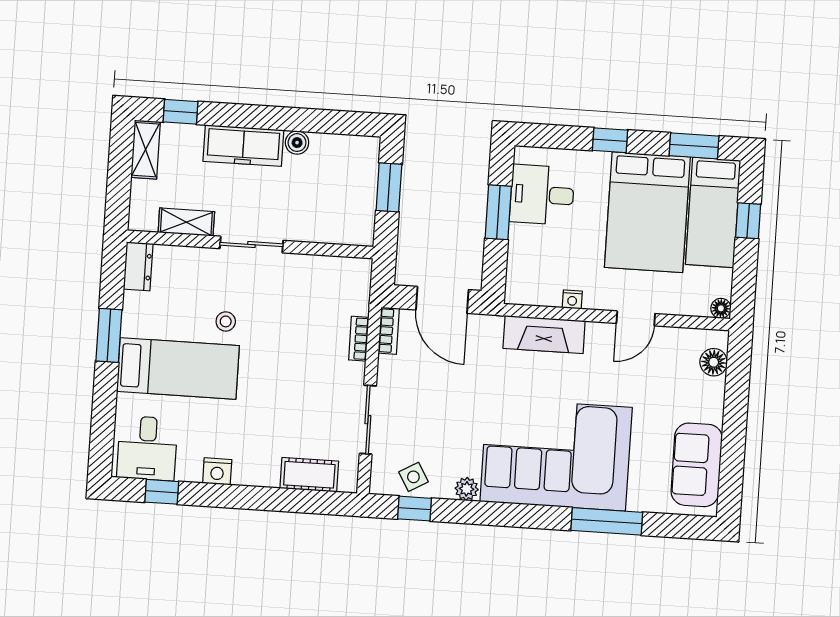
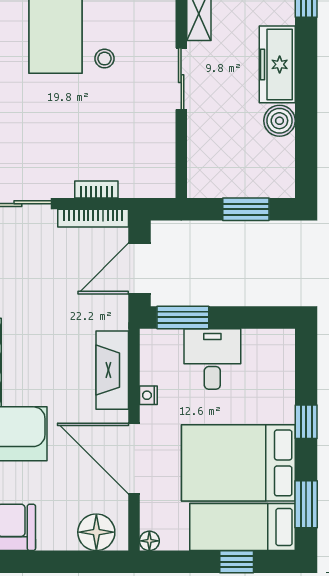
boiler: (297, 143) -> (279, 121), width x1.36, depth x1.36
desk: (542, 195) -> (212, 359), moved
window: (498, 212) -> (183, 317), moved
door: (636, 318) -> (134, 458), width x1.87
bookcase: (389, 331) -> (93, 218), width x1.56
floor lamp: (714, 362) -> (96, 532), width x1.38, depth x1.38

